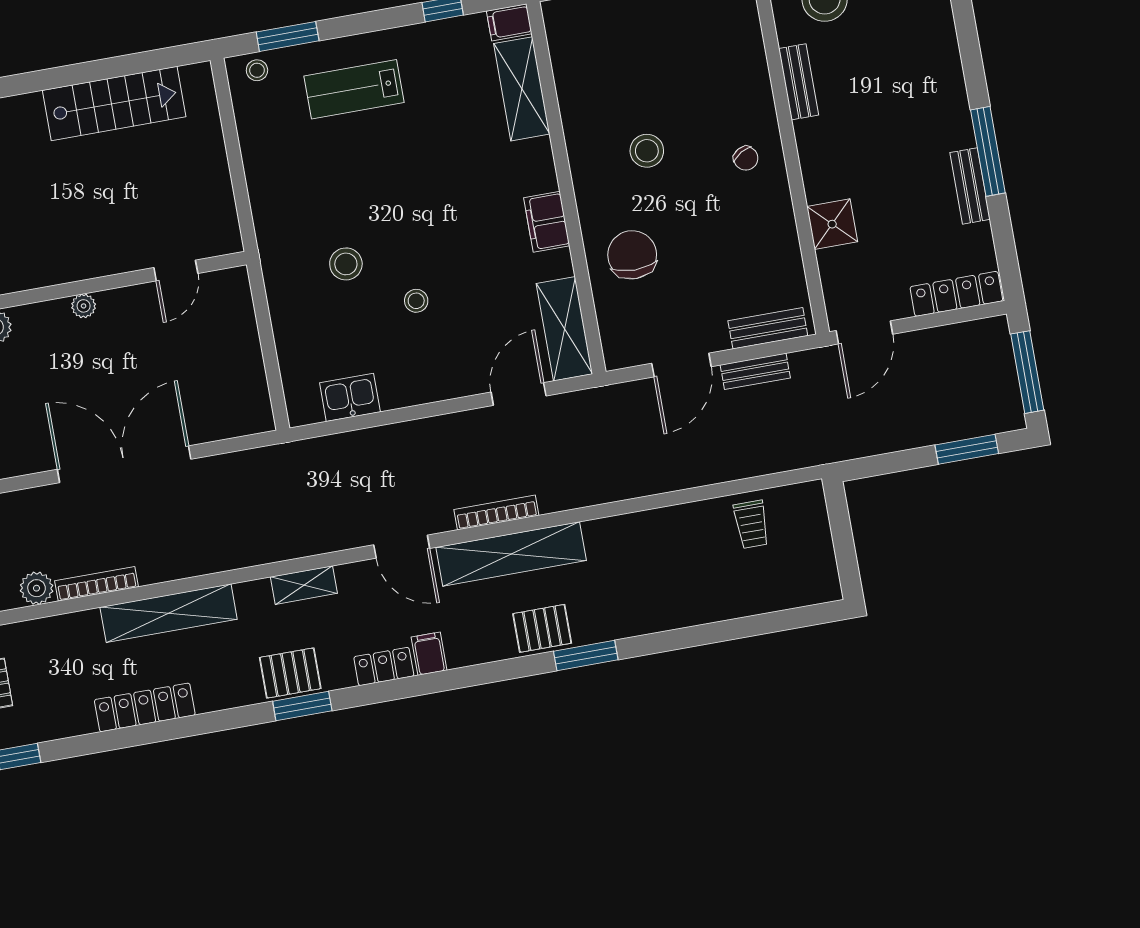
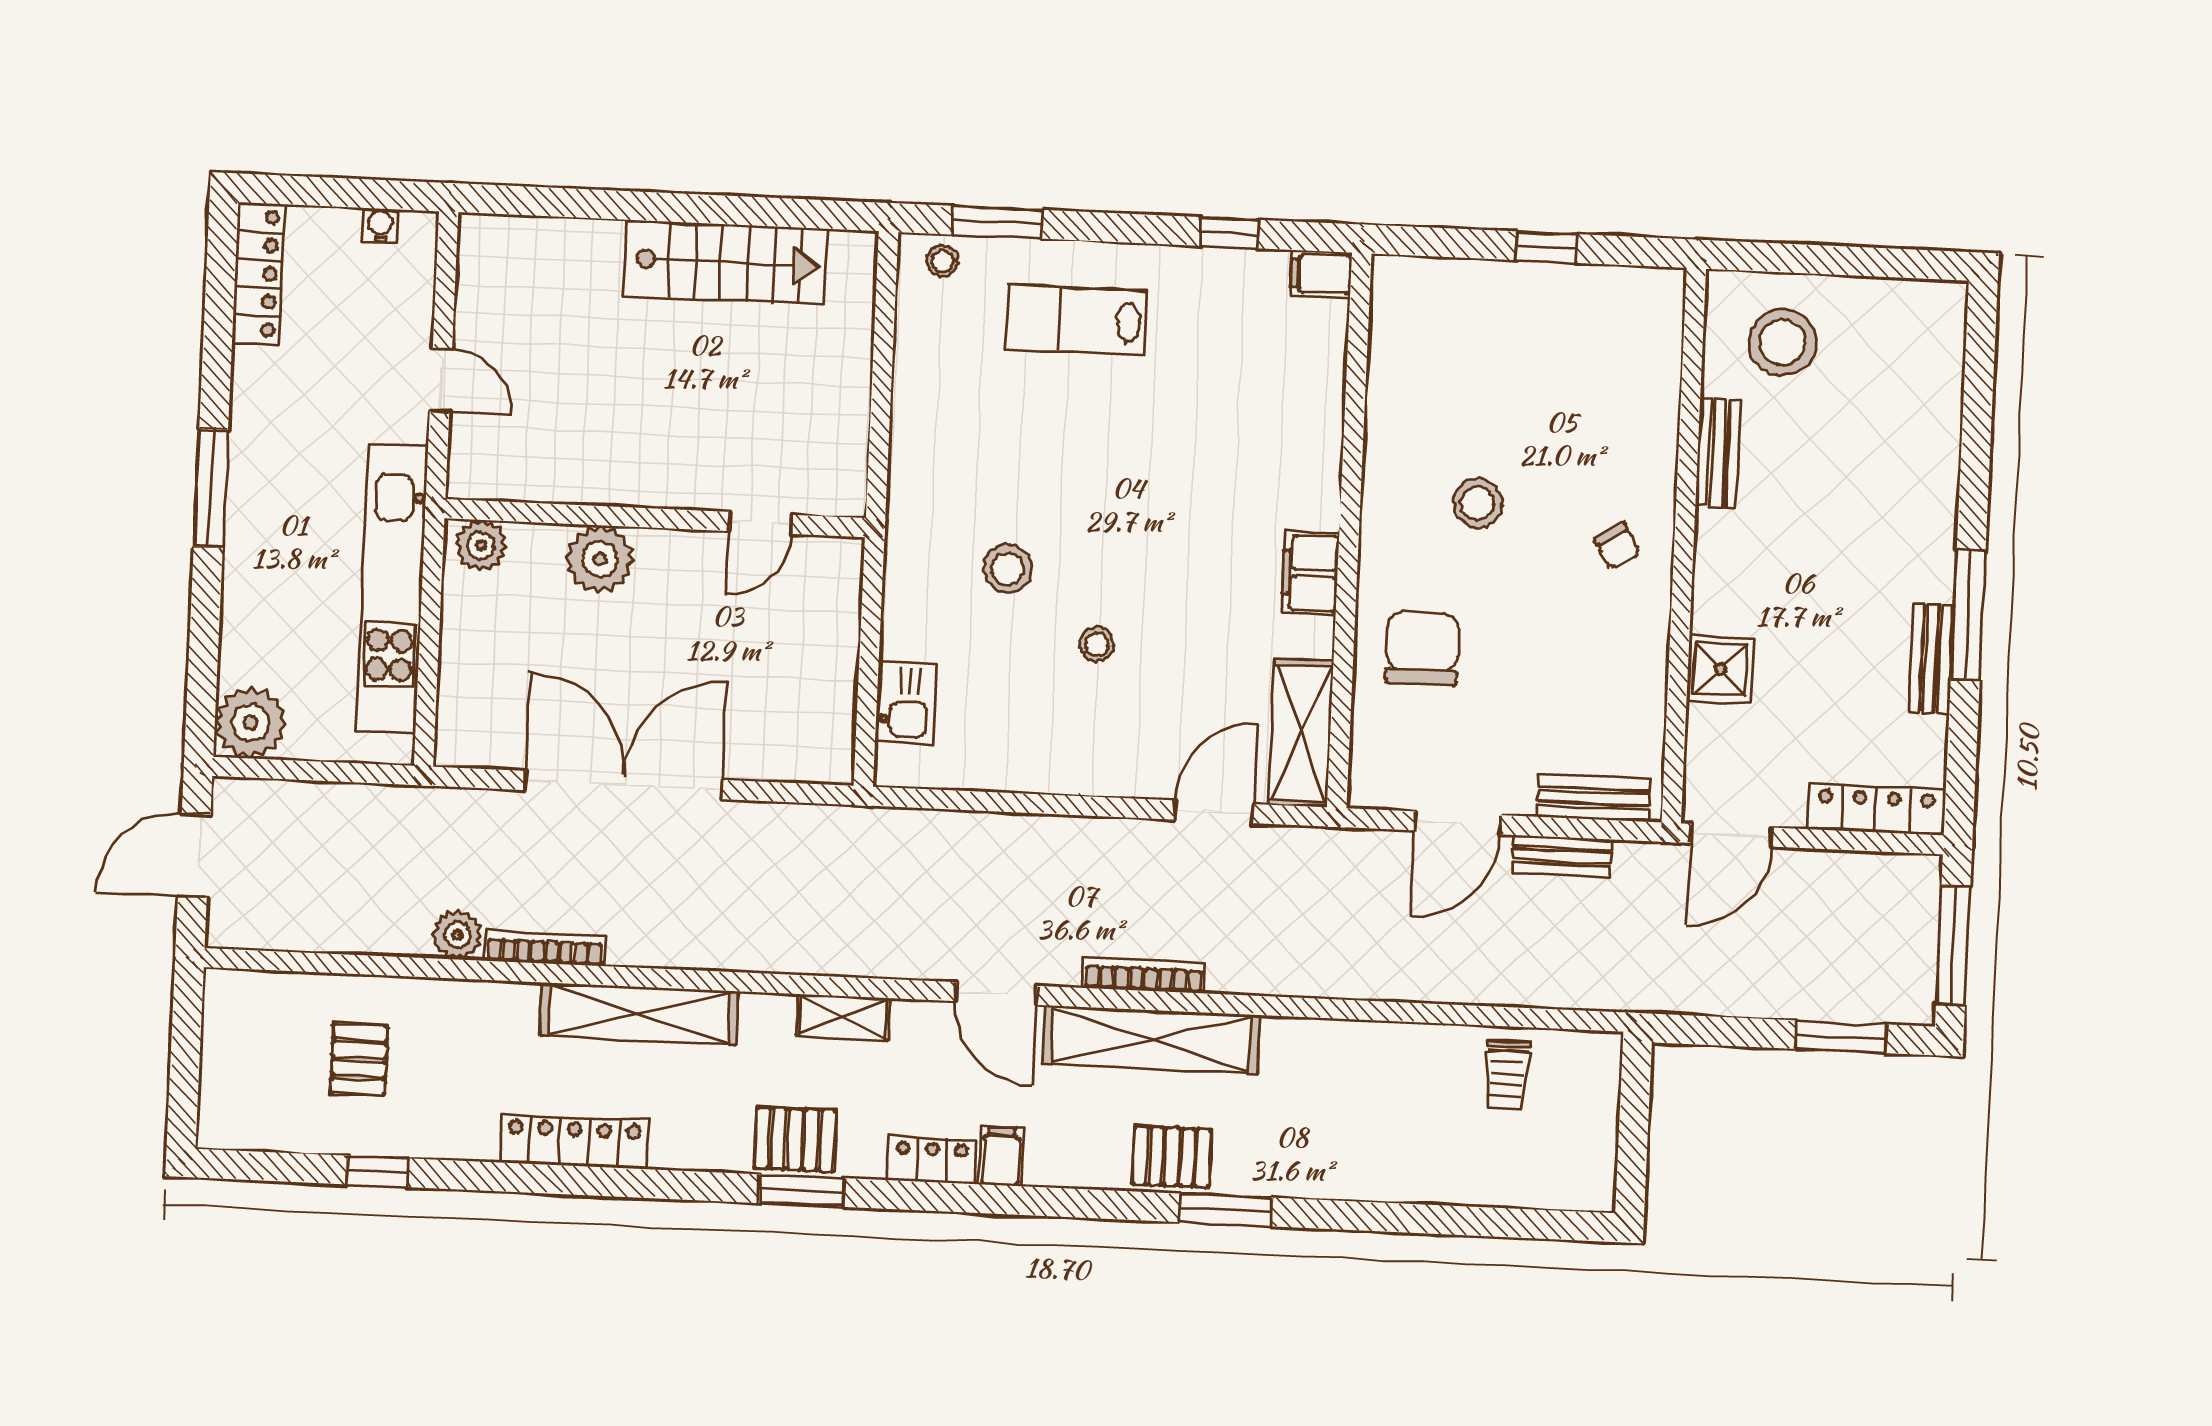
shelving: (522, 89) -> (1317, 374), removed
plant: (84, 306) -> (600, 559), width x1.88, depth x1.88
kitchen sink: (350, 397) -> (906, 703), moved, turned 90

